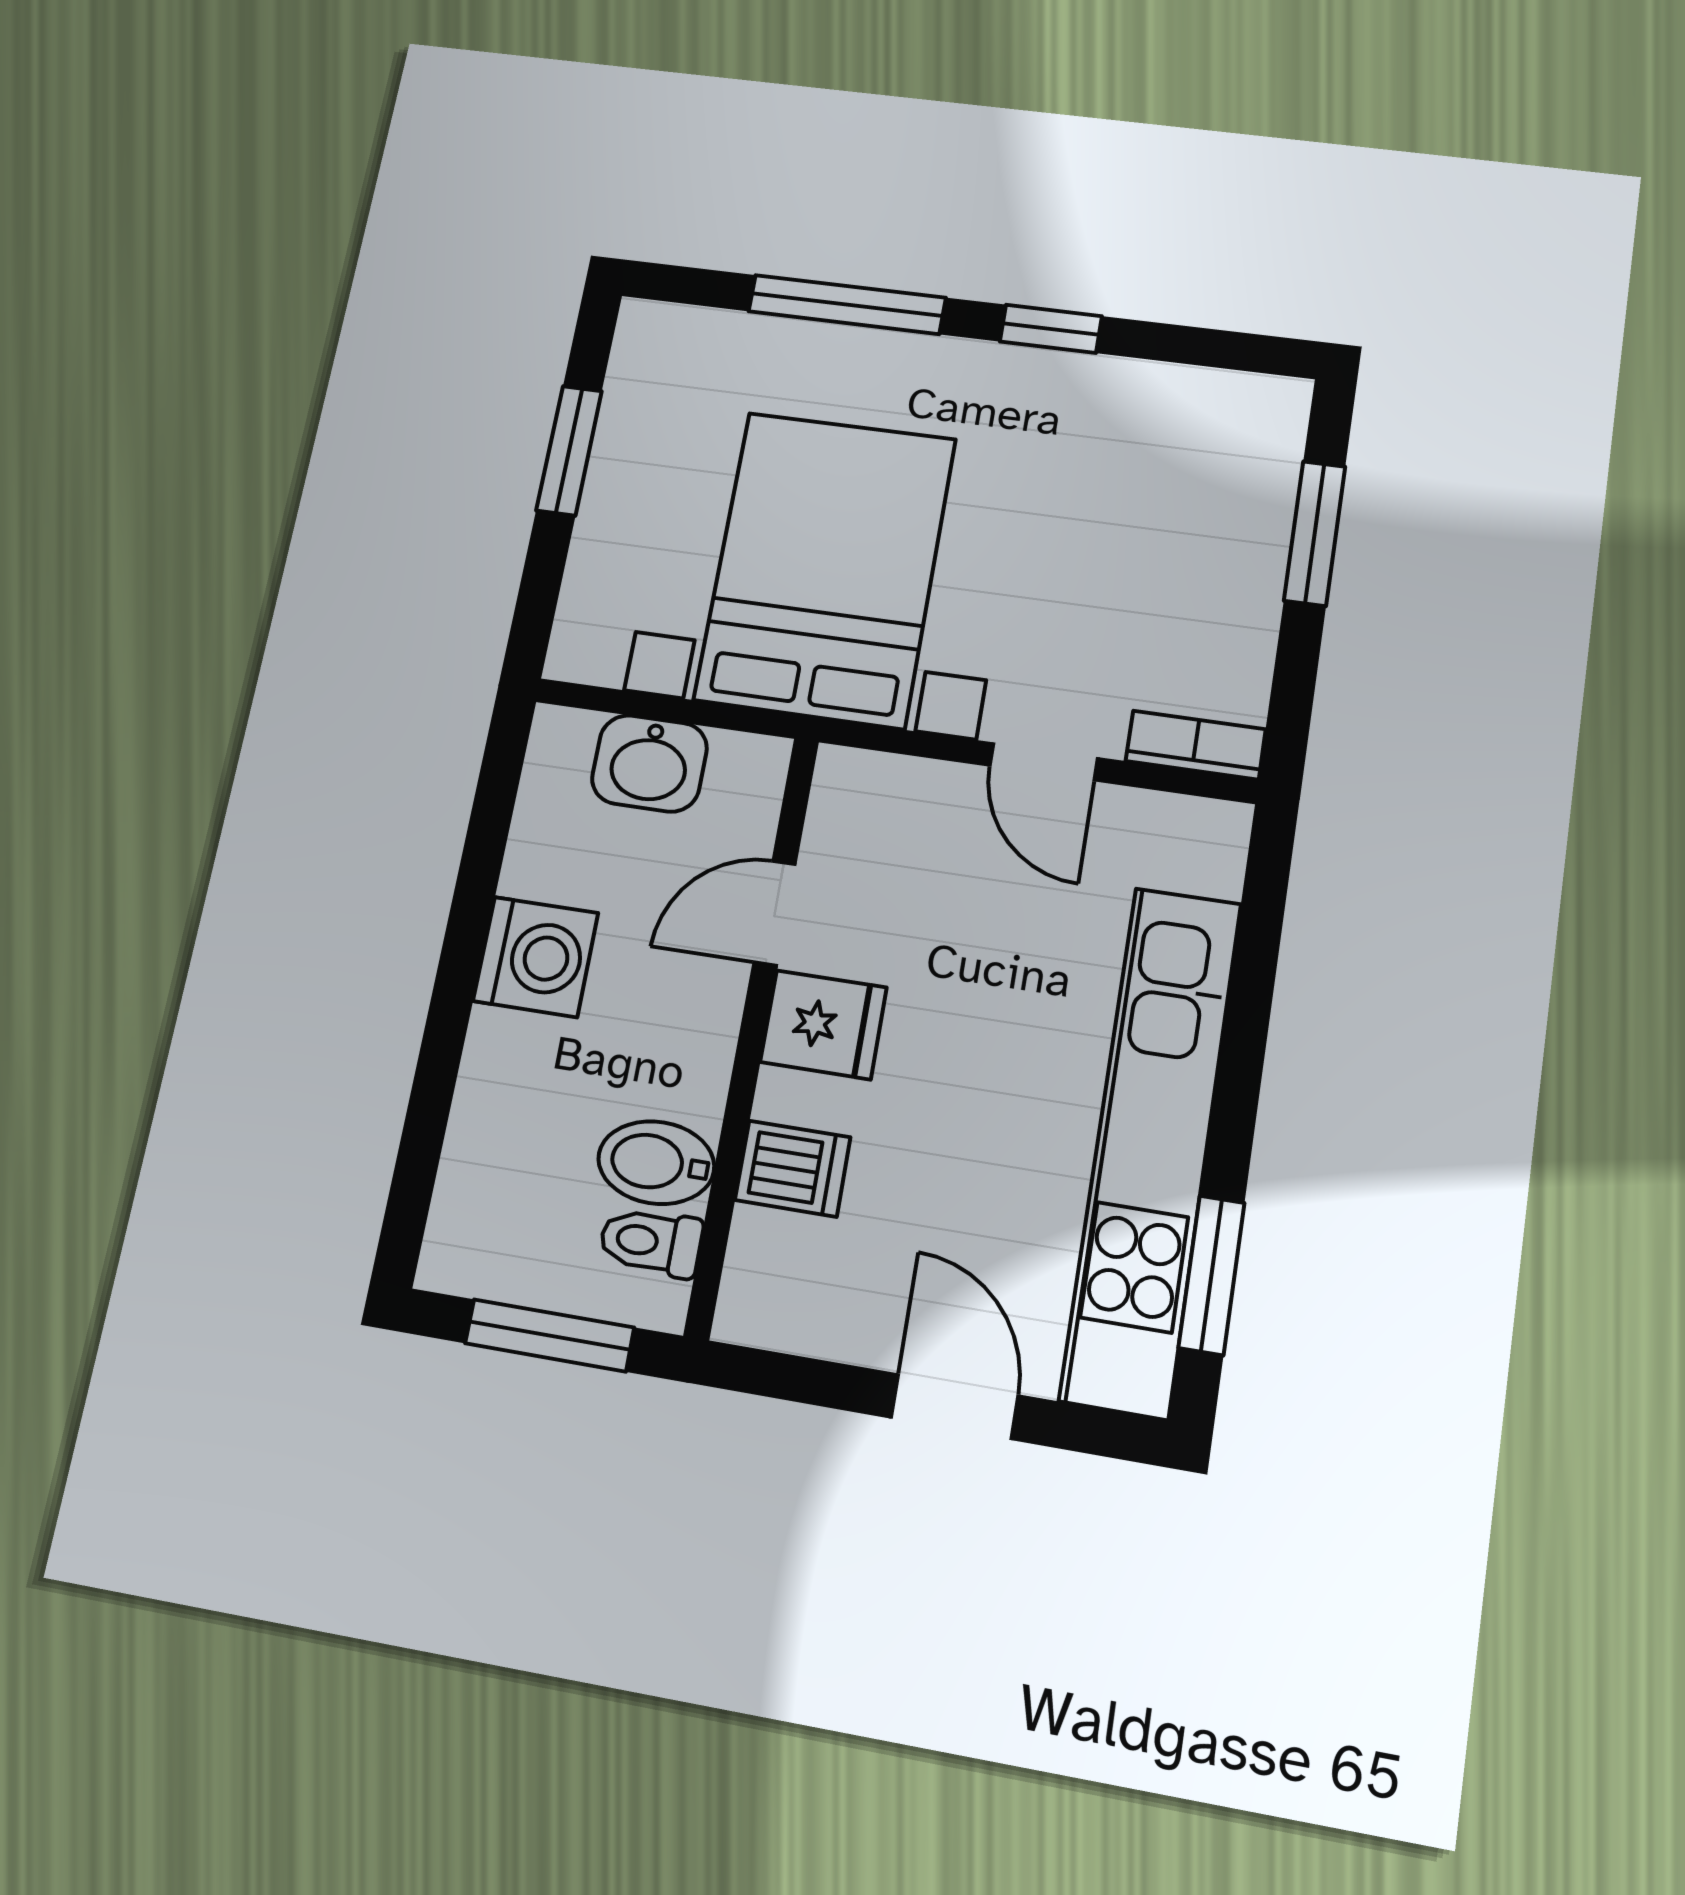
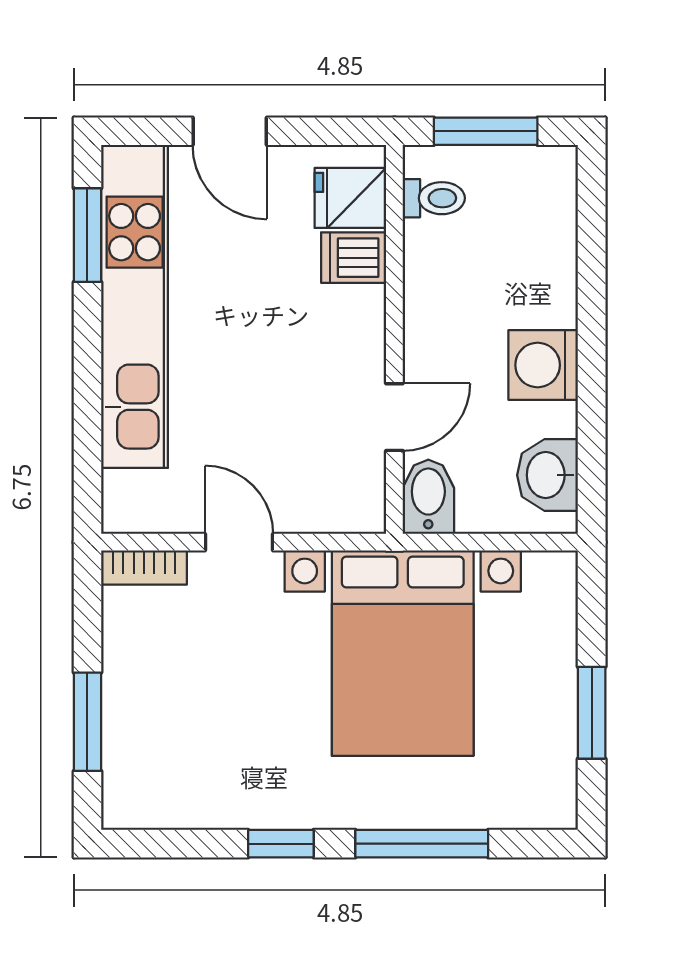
washbasin: (649, 763) -> (547, 475), moved, turned -90
fridge: (824, 1025) -> (350, 198), moved
bidet: (656, 1163) -> (428, 497), moved, turned -90

